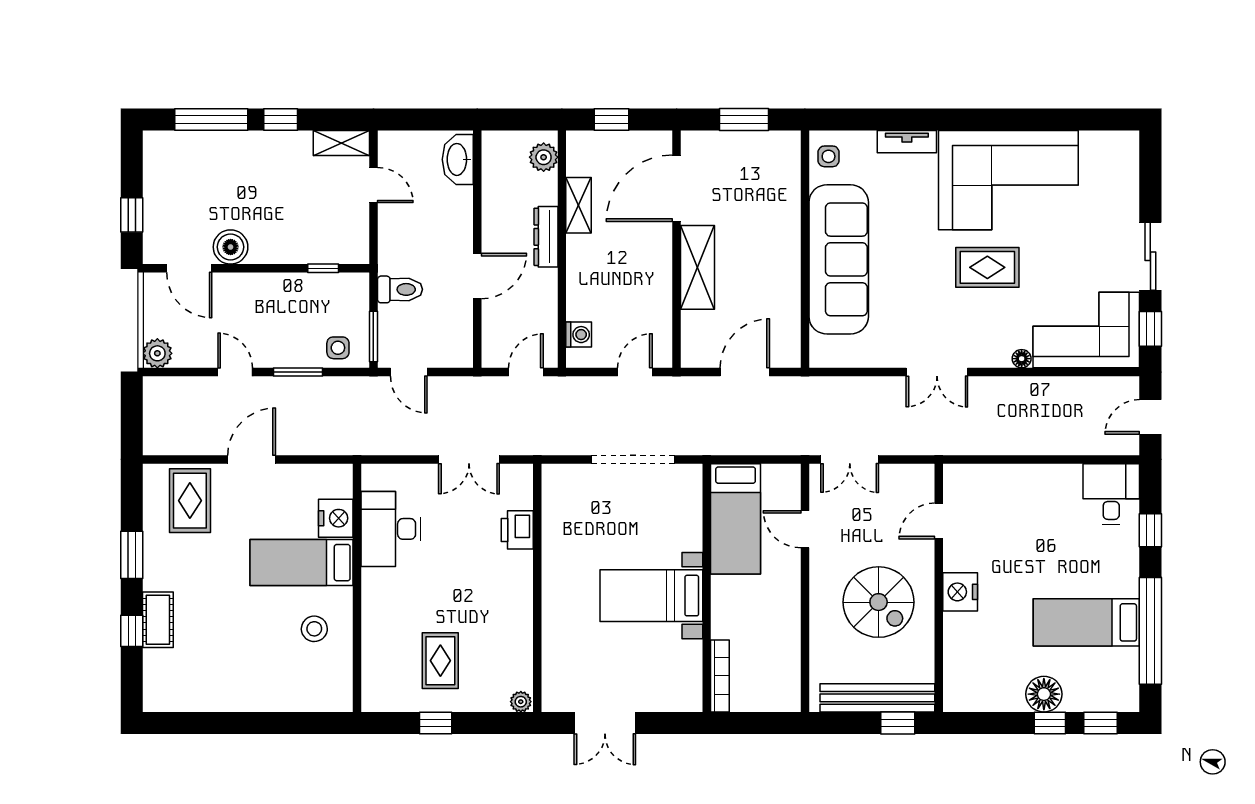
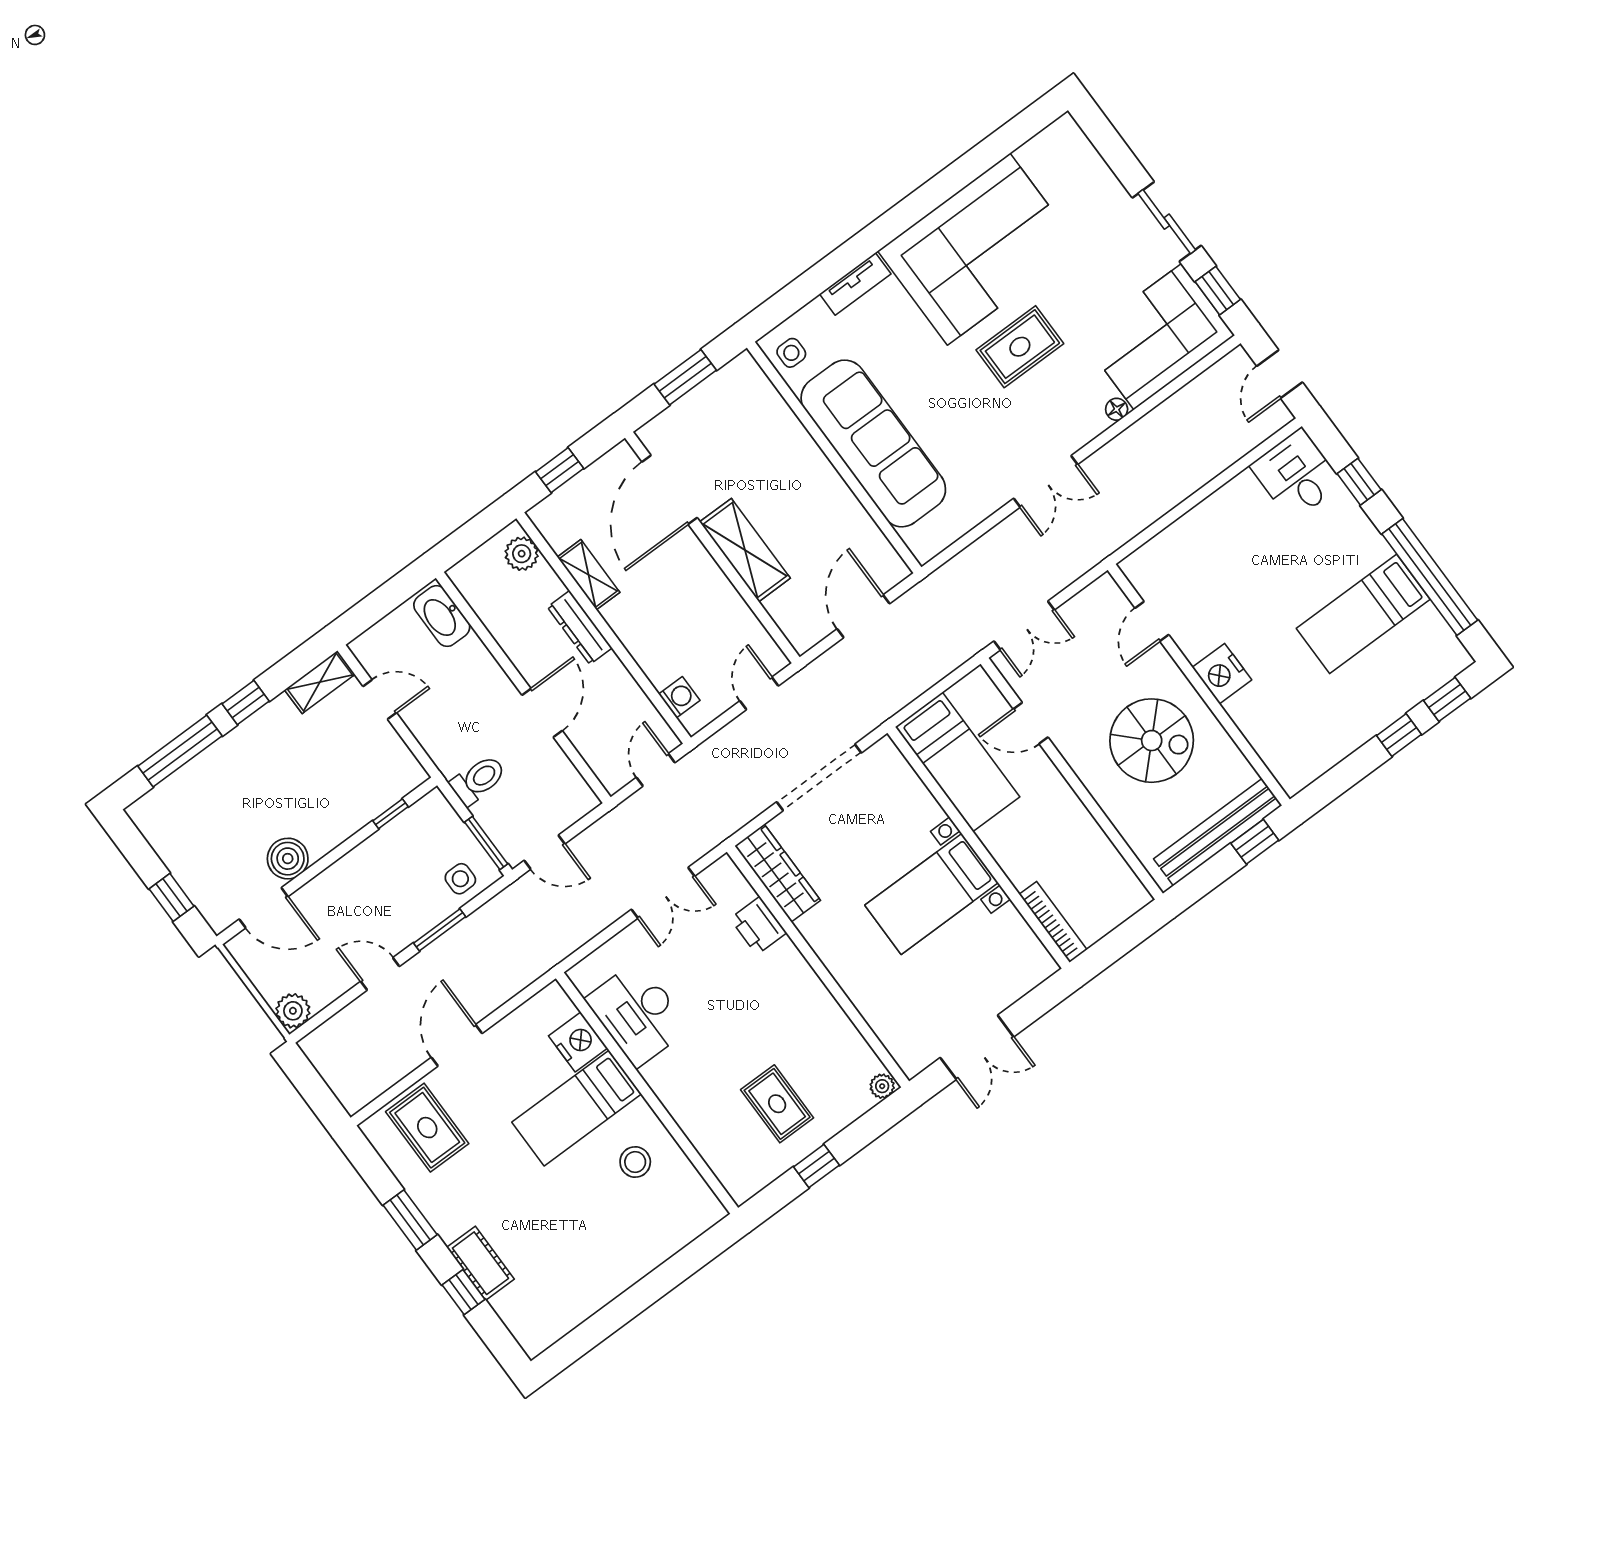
wardrobe: (557, 504) -> (778, 873), added
floor lamp: (1044, 694) -> (1373, 712), removed

